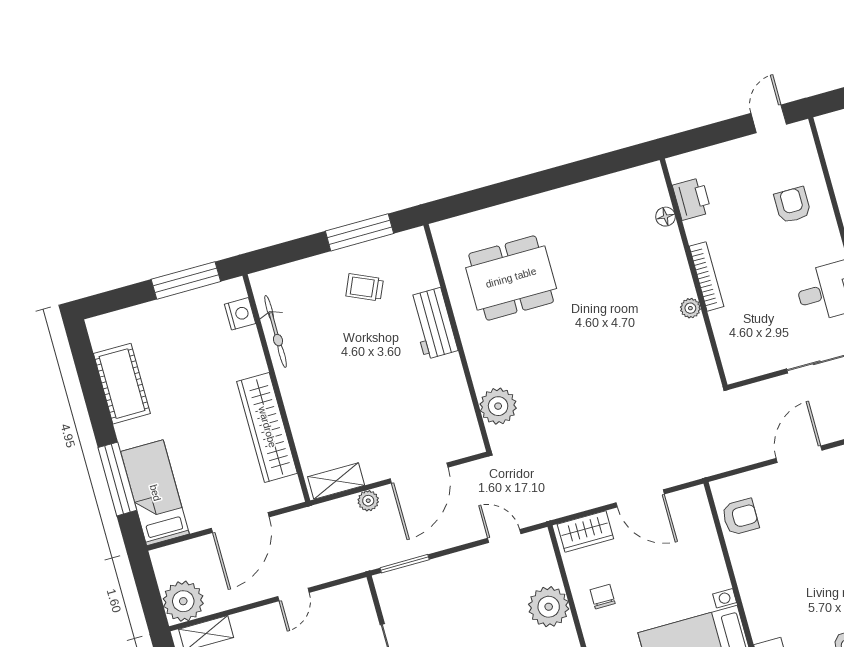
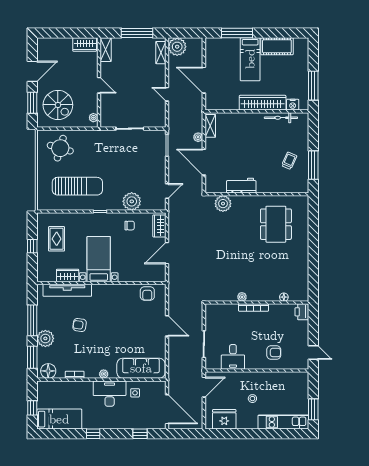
printer: (692, 199) -> (302, 312), moved, turned 90
workbench: (433, 323) -> (241, 186), moved
wardrobe: (267, 427) -> (263, 103), moved
bed: (155, 493) -> (250, 59), moved, turned 90

